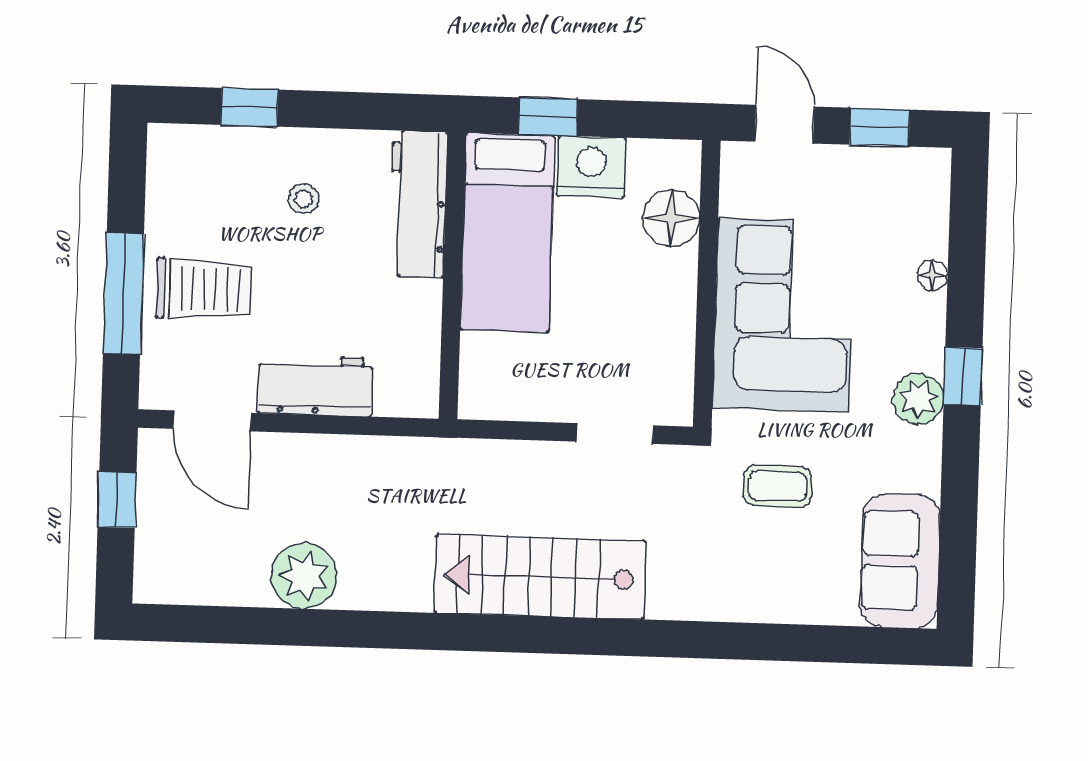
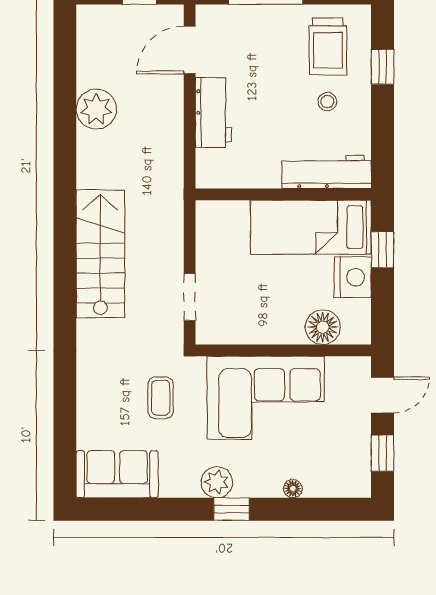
trolley: (204, 289) -> (328, 46), moved

